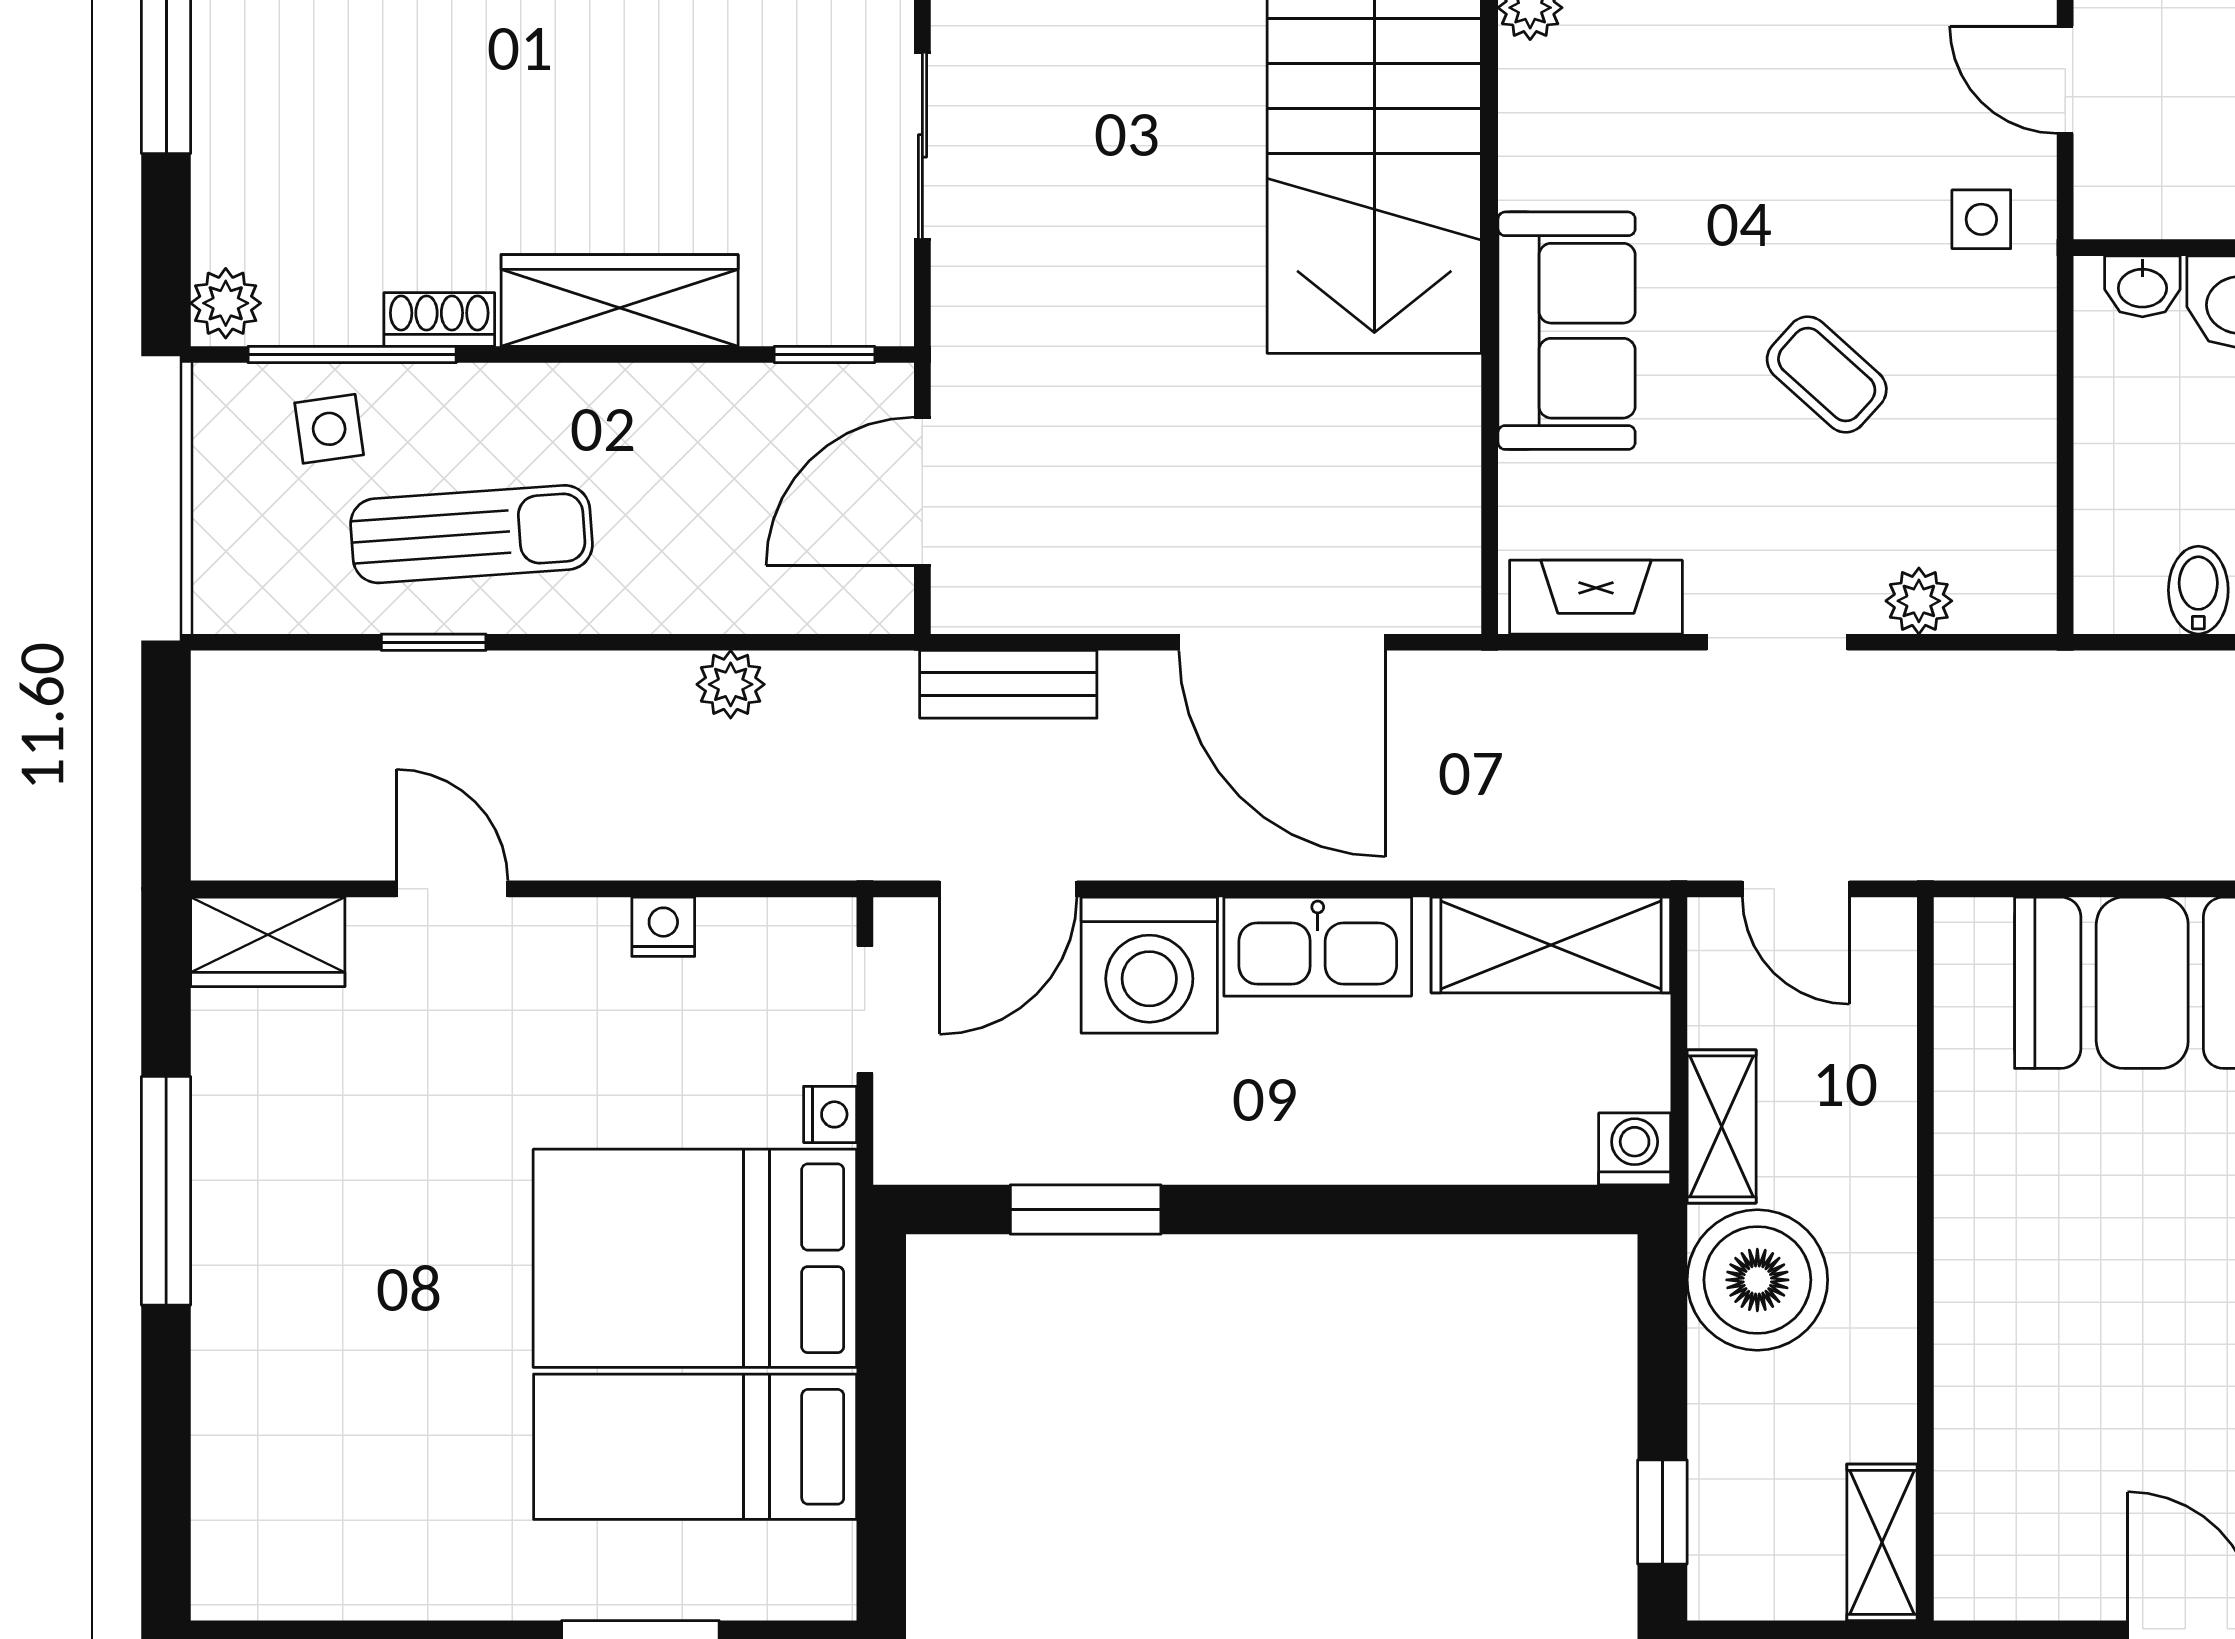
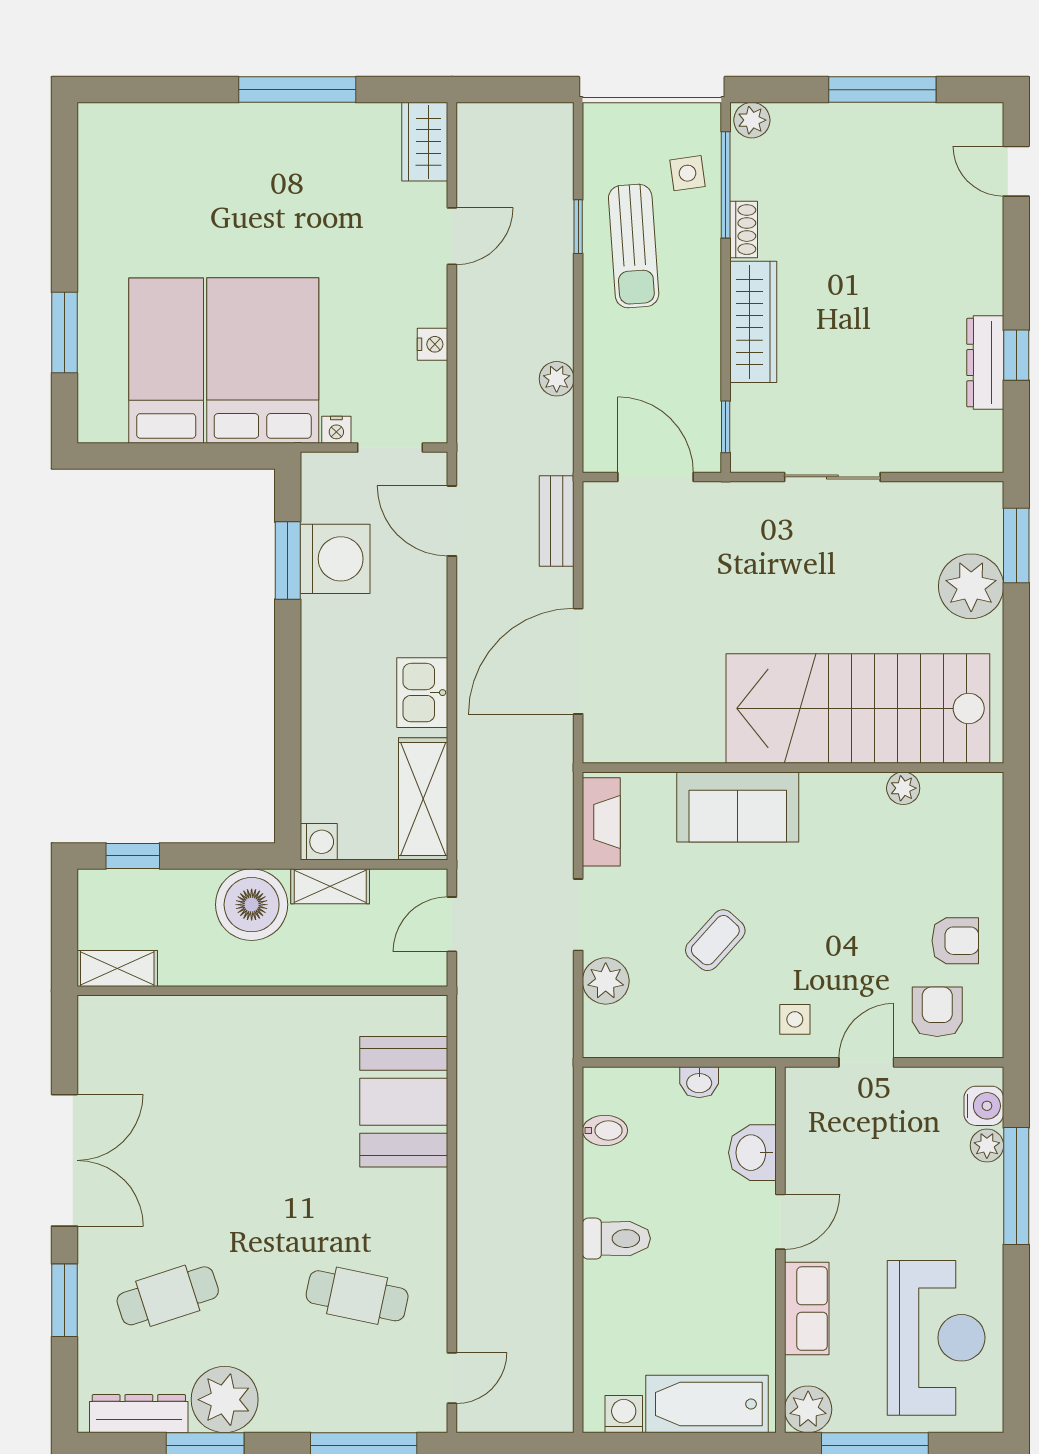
washbasin: (2142, 286) -> (699, 1082), moved, turned -90
plant: (1919, 601) -> (606, 981), width x1.38, depth x1.38
kitchen sink: (1318, 947) -> (422, 693), width x0.73
washing machine: (1149, 965) -> (335, 559), moved, turned 180

